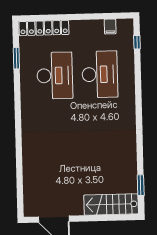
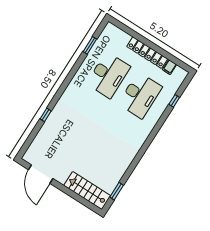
locker: (44, 28) -> (147, 53), moved
window: (137, 42) -> (174, 101), moved
window: (19, 157) -> (46, 115), added

